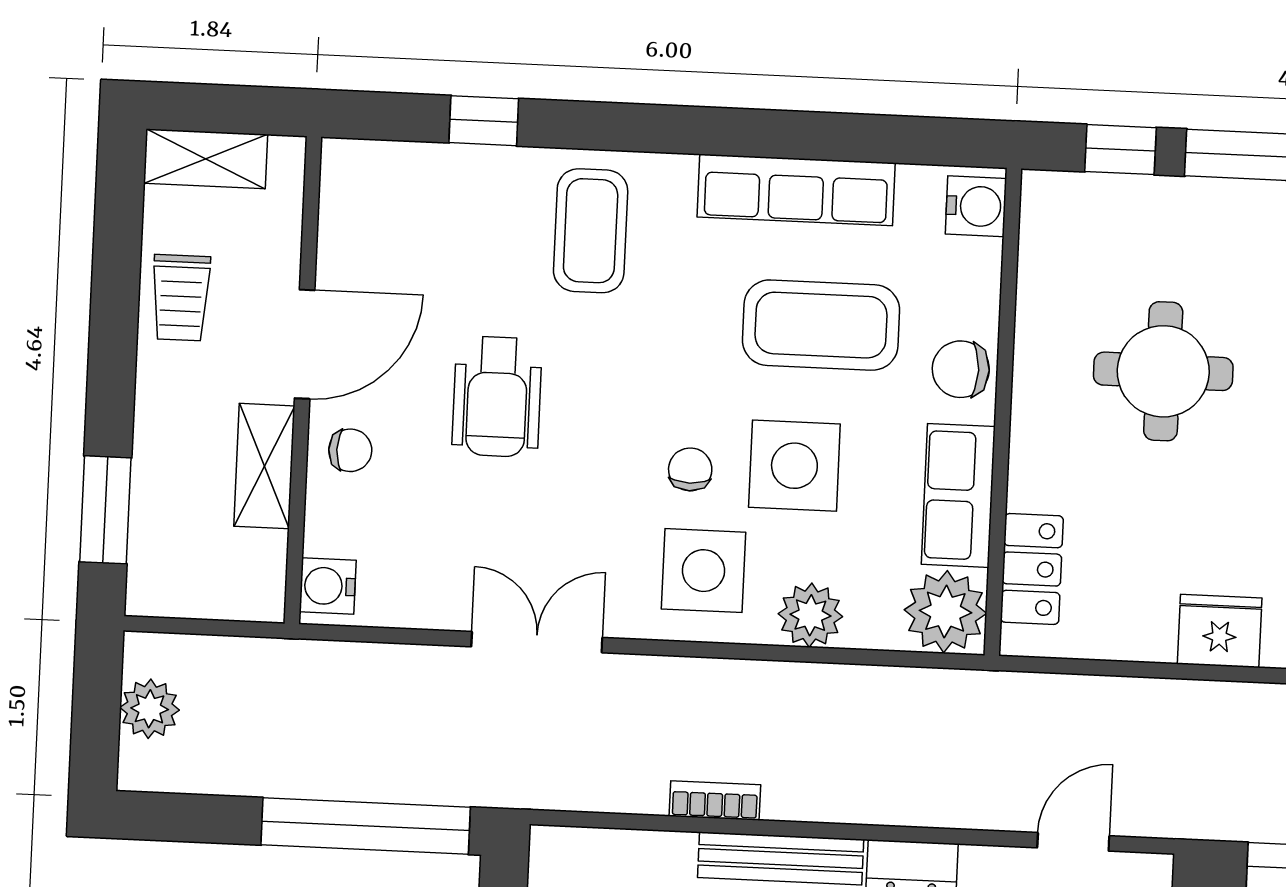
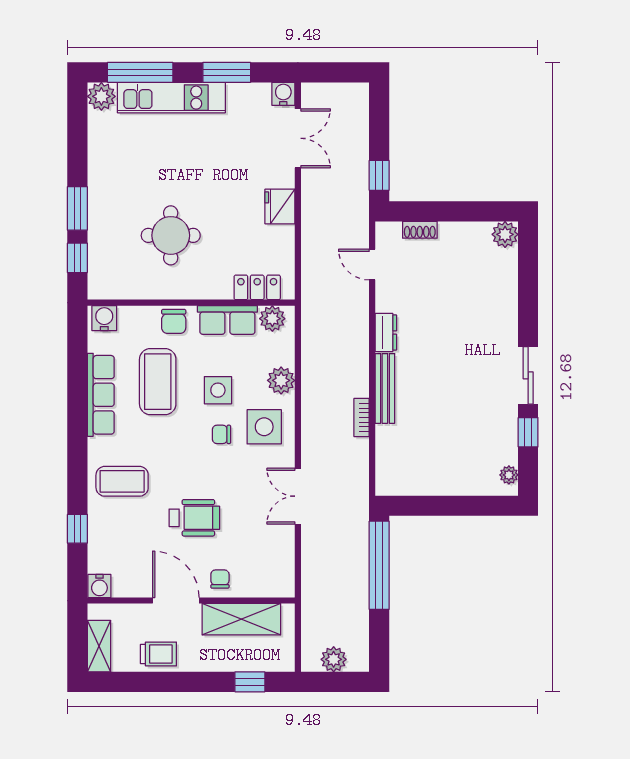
shelving: (264, 466) -> (241, 619), width x1.50, depth x1.33
side table: (794, 466) -> (218, 390), width x0.73, depth x0.73
window: (105, 510) -> (250, 682), width x0.67
water cooler: (328, 586) -> (99, 586), moved
plant: (945, 612) -> (272, 319), width x0.73, depth x0.73

